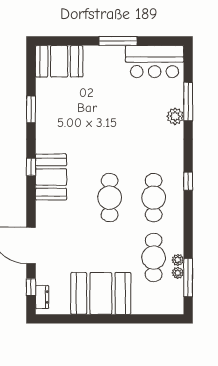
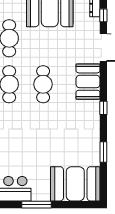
booth: (59, 61) -> (75, 184), width x1.36, depth x1.42
booth: (51, 177) -> (88, 82), moved

